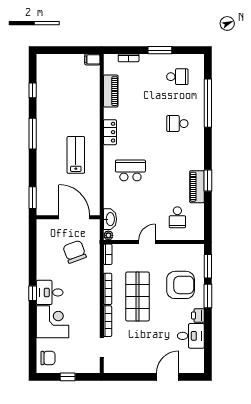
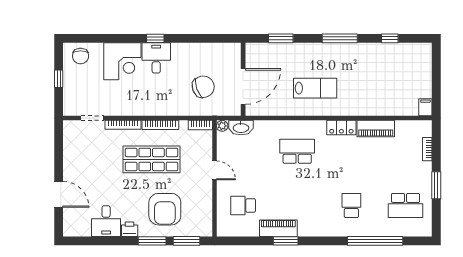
school desk: (177, 77) -> (406, 205), width x1.85
piano: (111, 91) -> (376, 129), moved
school desk: (130, 170) -> (297, 151), turned -90
window: (33, 198) -> (281, 38), moved

